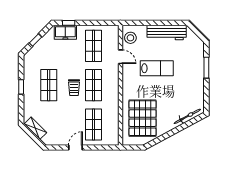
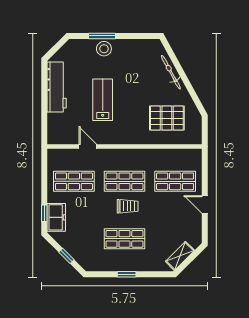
stool: (130, 38) -> (104, 49), moved
door: (120, 57) -> (88, 147), hinge flipped
bicycle: (187, 116) -> (171, 72), moved
pallet: (143, 118) -> (167, 118), width x0.73, depth x0.71

